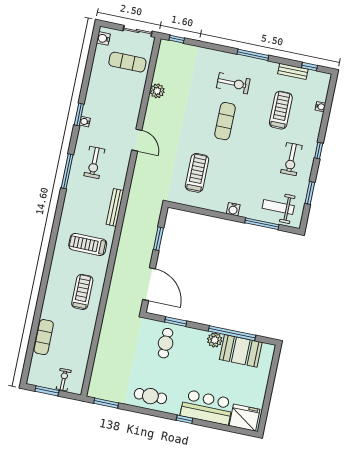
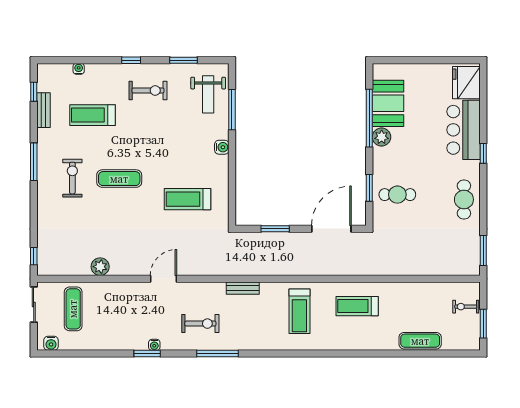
bench: (115, 207) -> (243, 288), width x0.73

